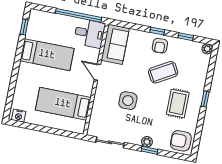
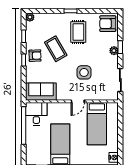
door: (97, 72) -> (78, 101), moved
rug: (178, 103) -> (78, 32), turned 90
armchair: (181, 141) -> (108, 24), turned 90

